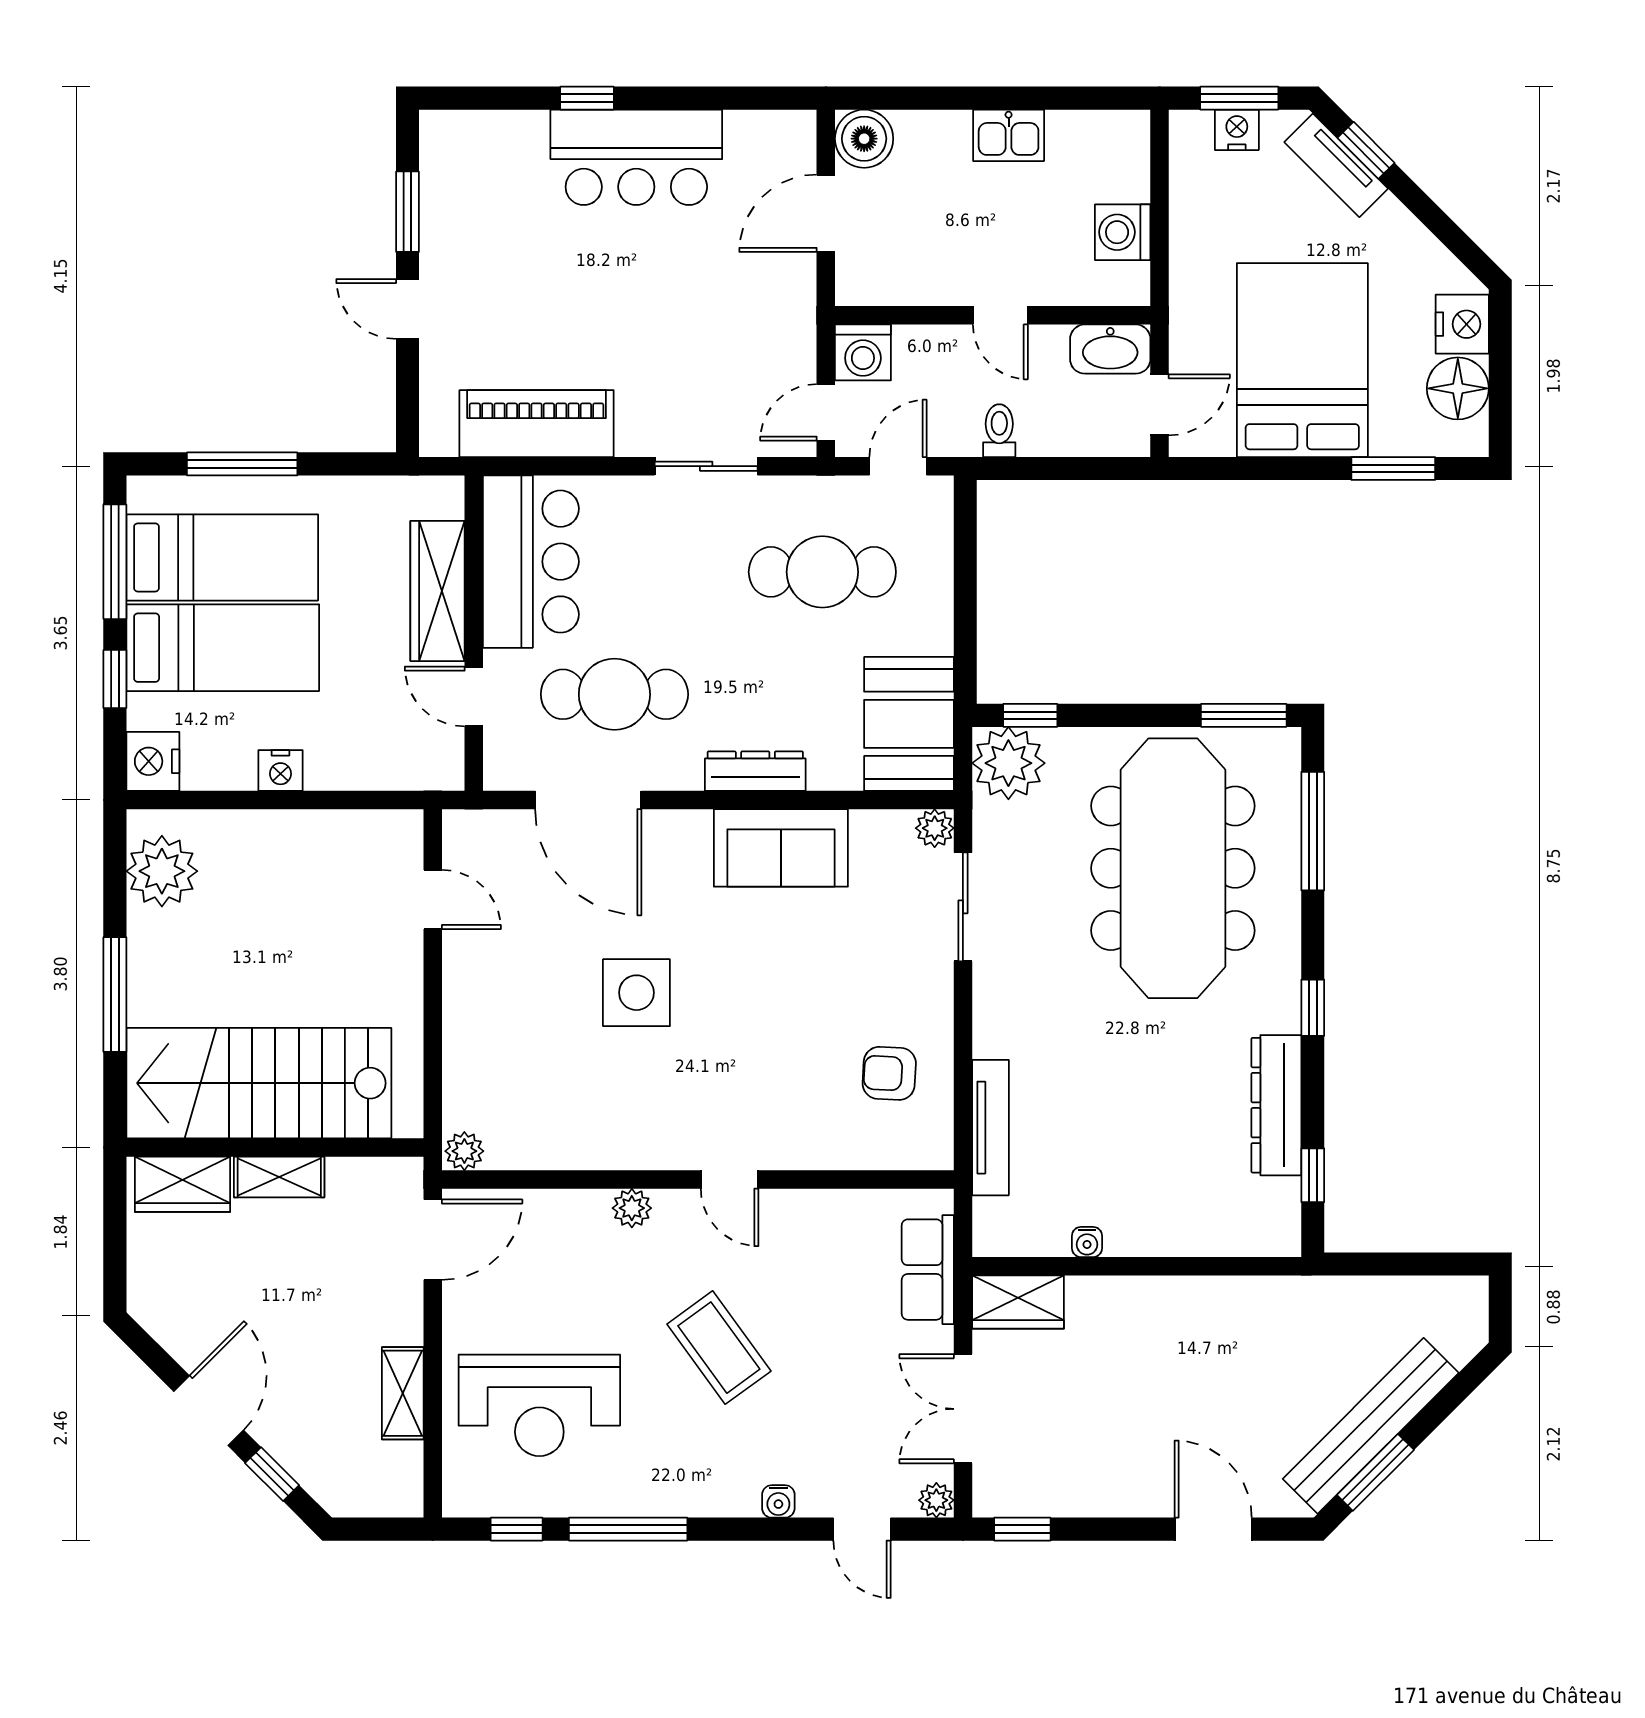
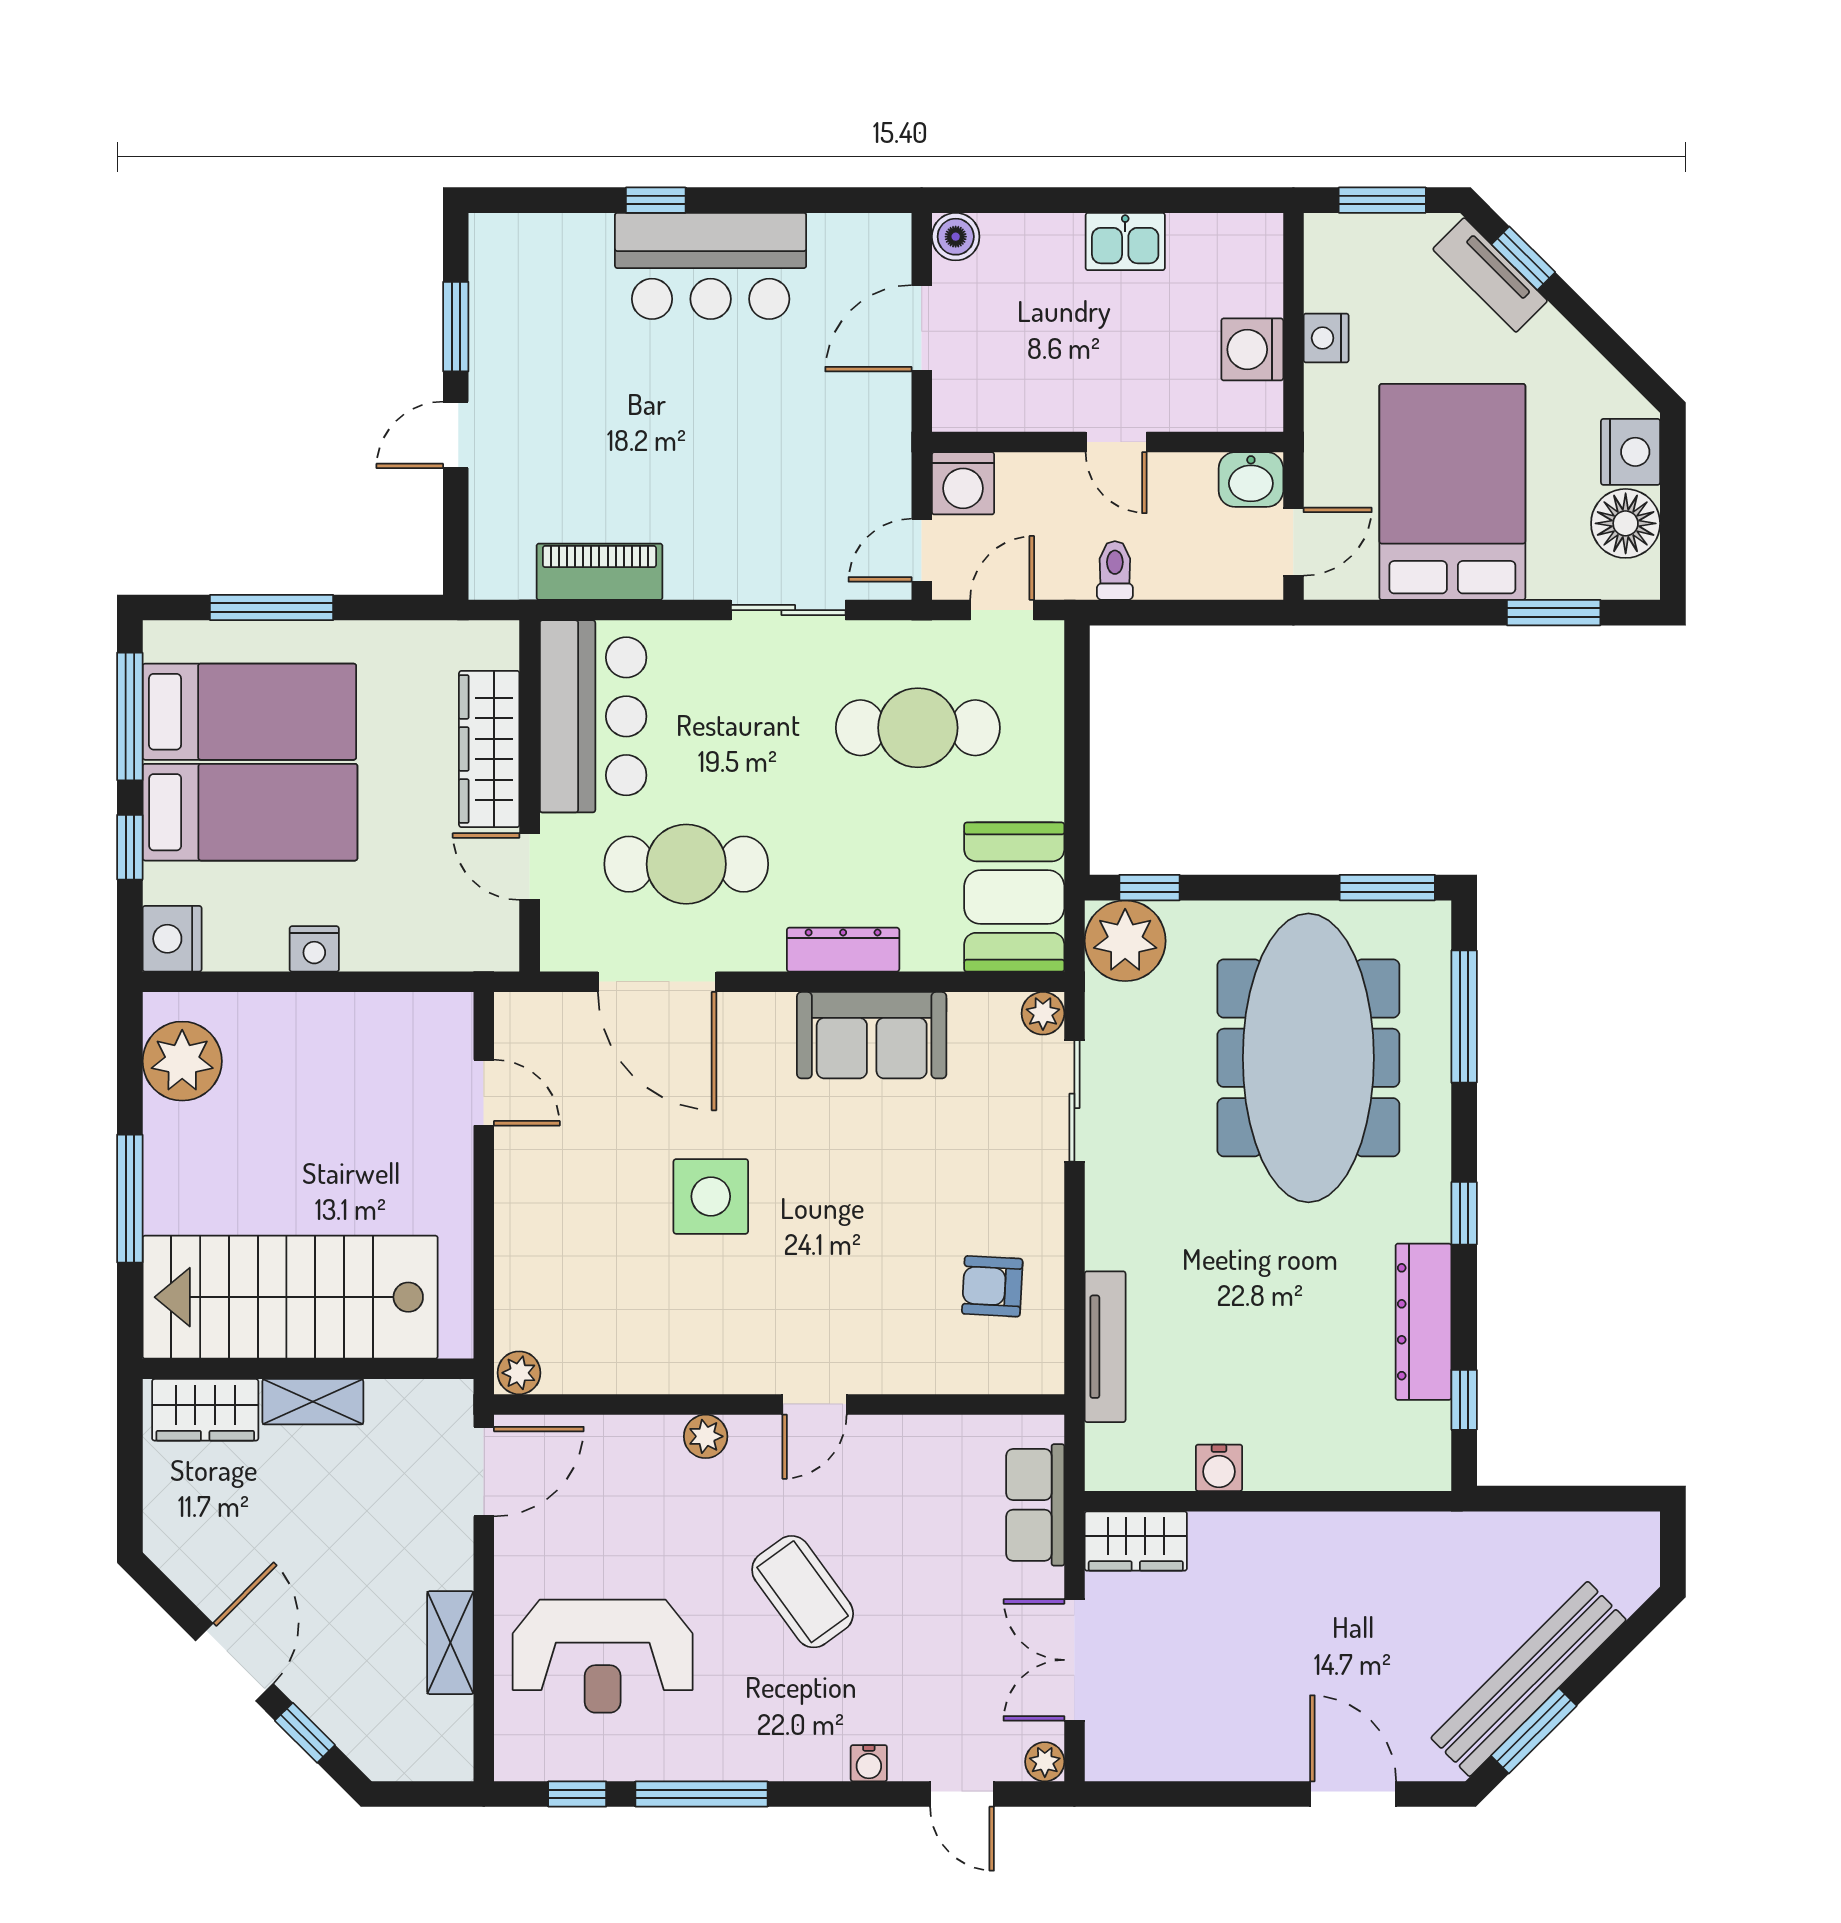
nightstand: (1237, 130) -> (1326, 338), moved, turned -90
boiler: (864, 139) -> (956, 237), width x0.73, depth x0.73
door: (408, 309) -> (456, 435), hinge flipped
washbasin: (1110, 349) -> (1251, 480), width x0.72
piano: (537, 424) -> (599, 572), width x0.73, depth x0.75
door: (730, 1179) -> (814, 1404), hinge flipped
water cooler: (1087, 1242) -> (1219, 1468), width x1.38, depth x1.38
window: (1022, 1529) -> (1141, 1794), removed

